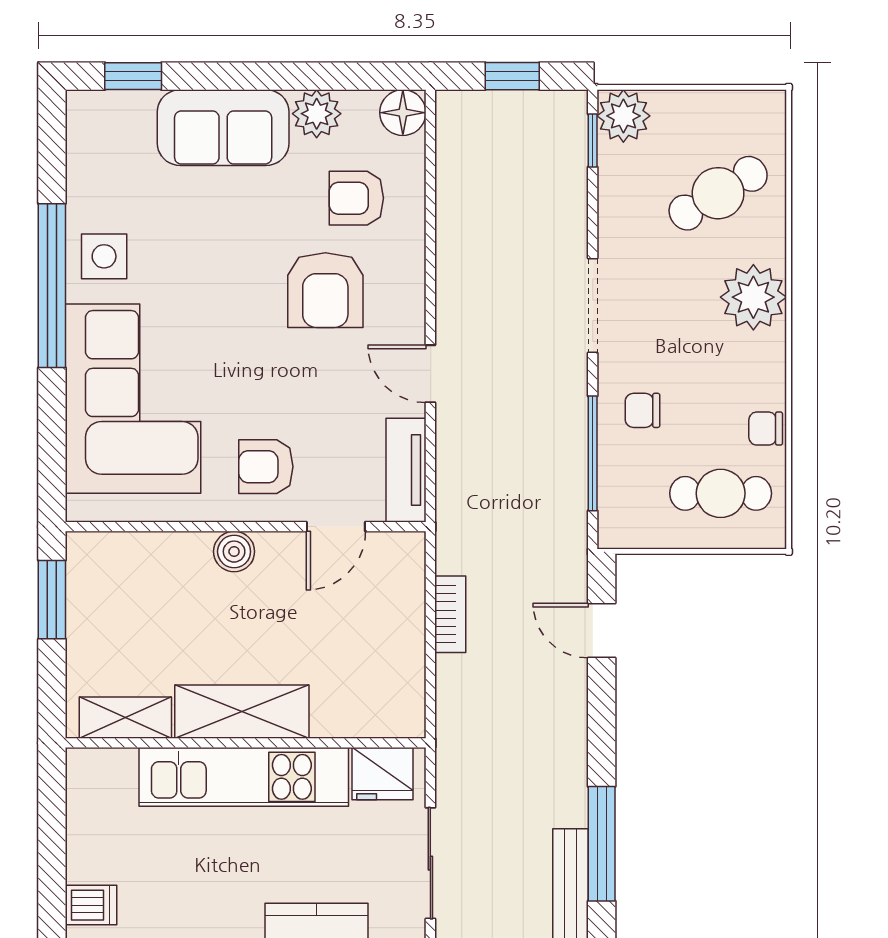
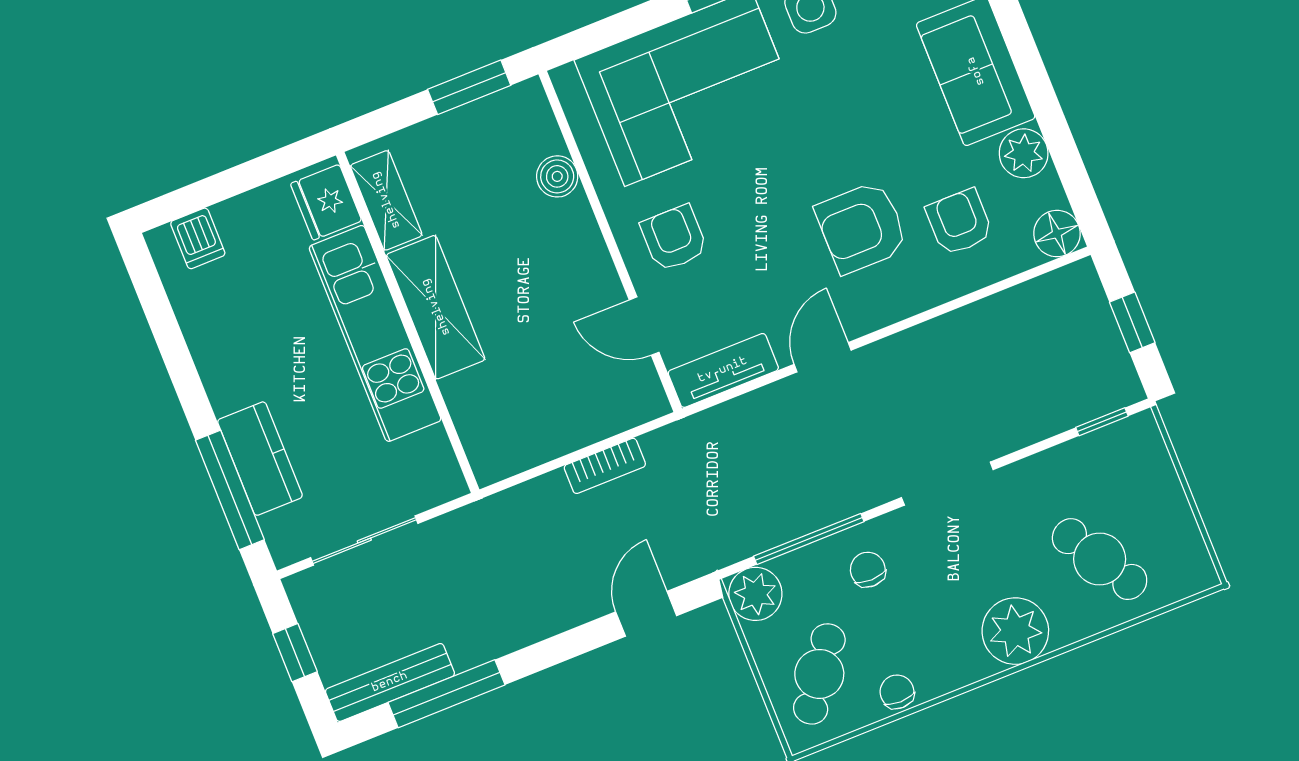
plant: (623, 116) -> (755, 594), moved
cafe table: (721, 493) -> (819, 674), turned 36
boiler: (234, 552) -> (557, 176), moved
fridge: (382, 774) -> (326, 202), moved

